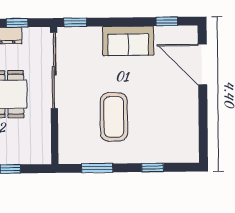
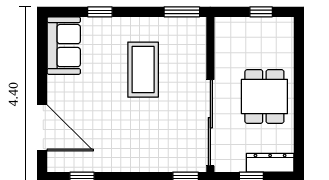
sofa: (128, 41) -> (64, 46), moved, turned 90
window: (97, 168) -> (182, 12), moved

